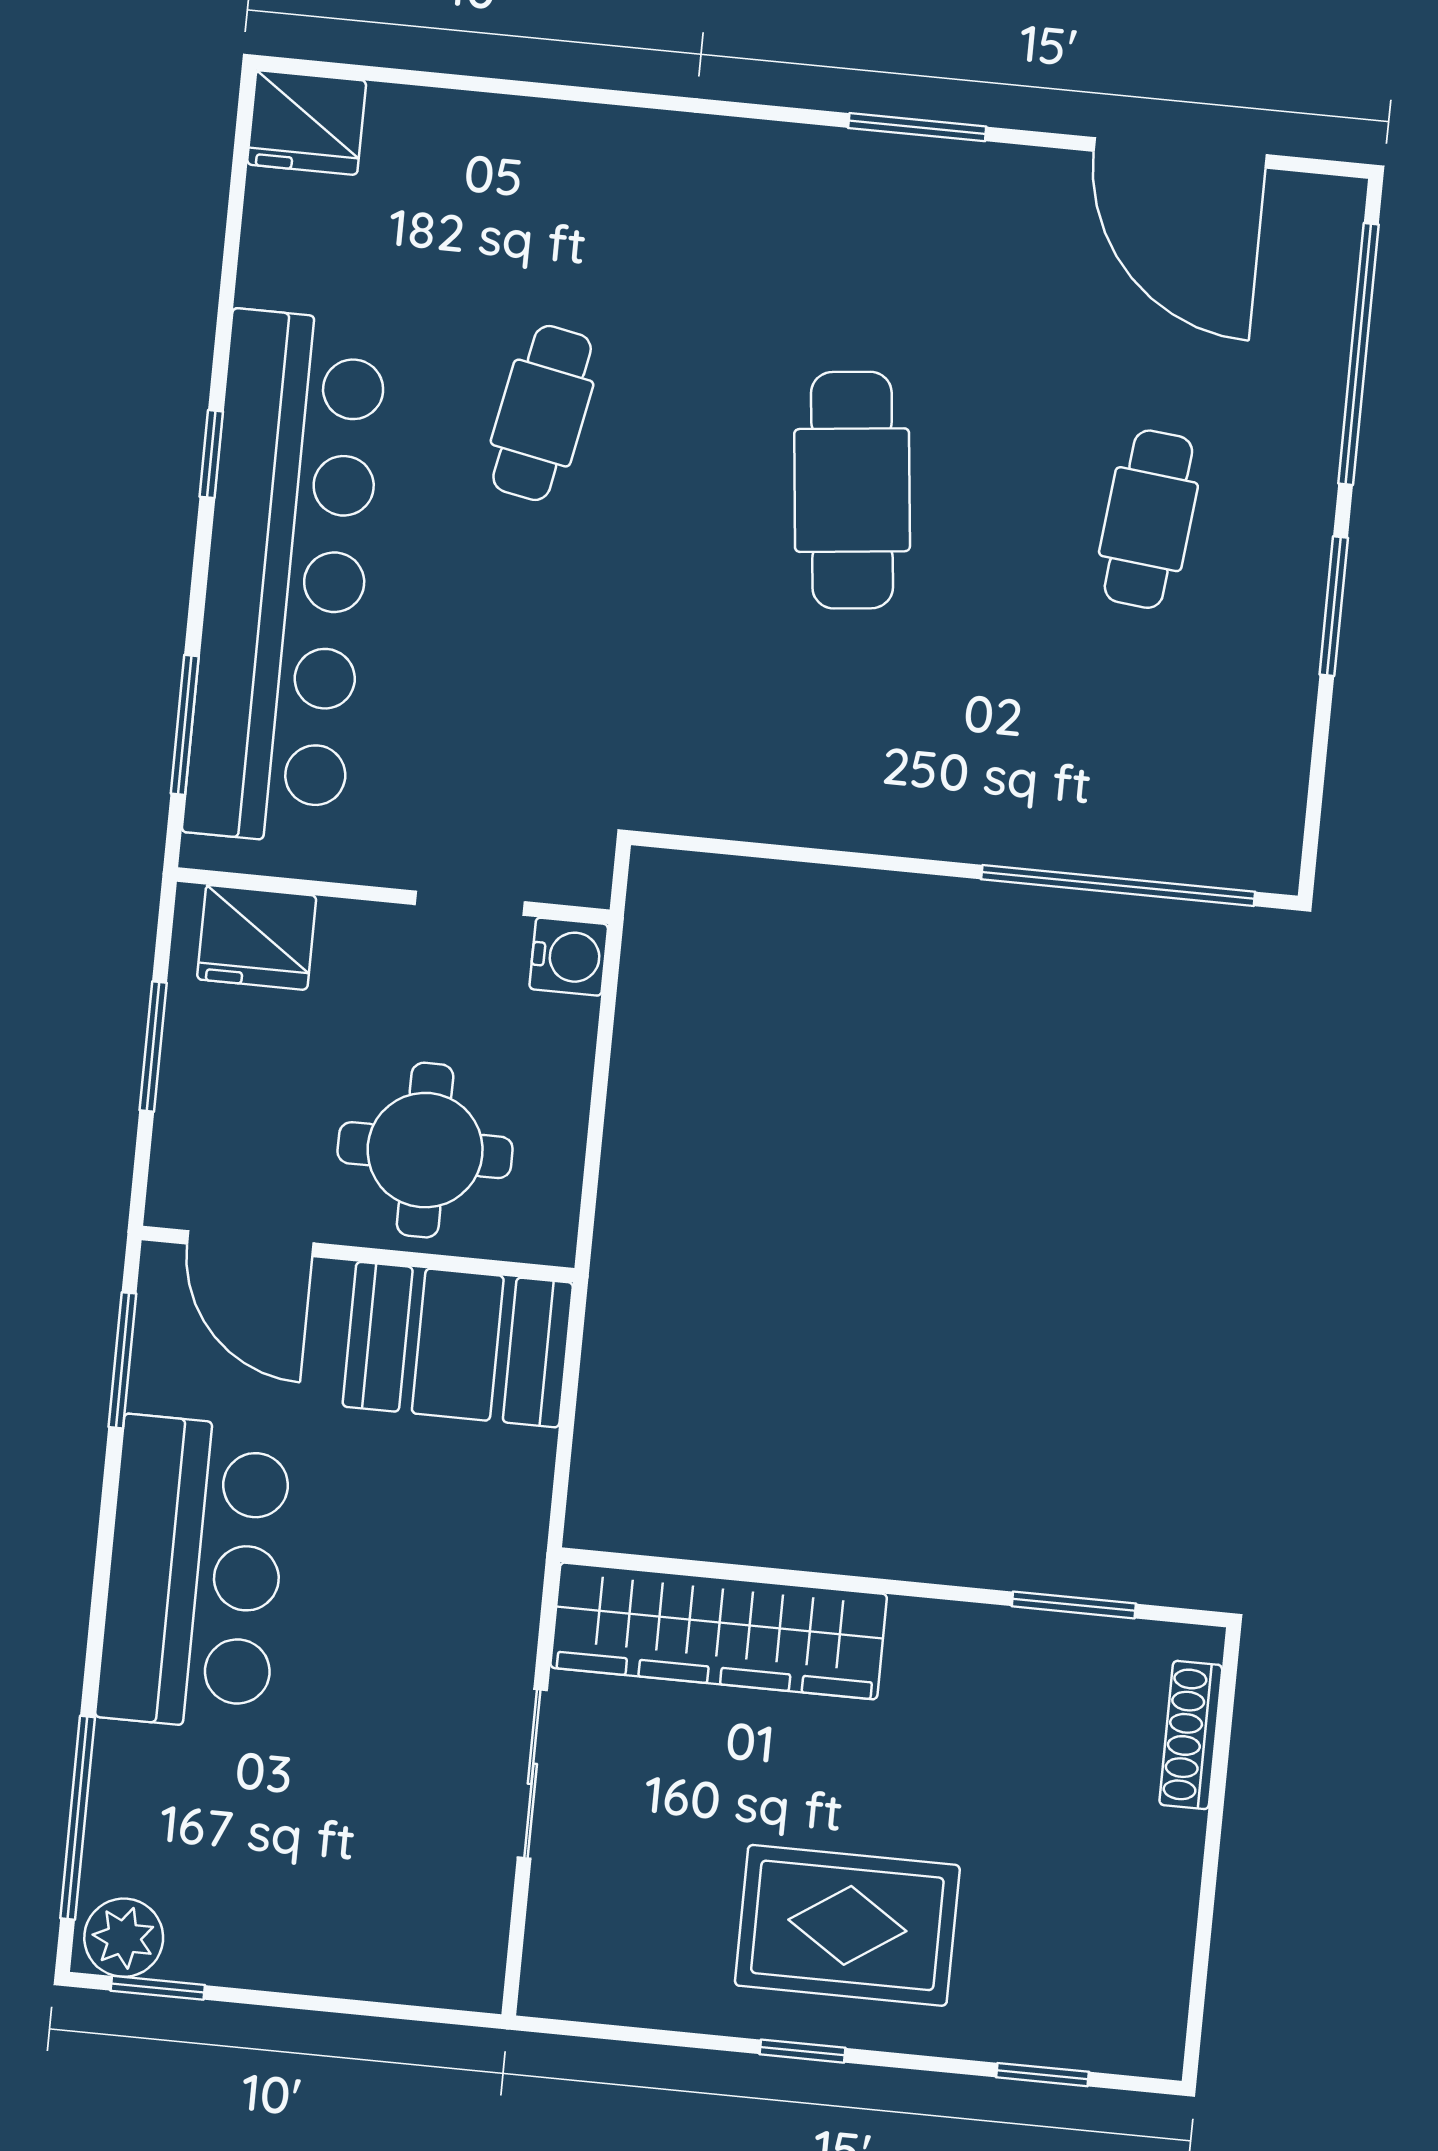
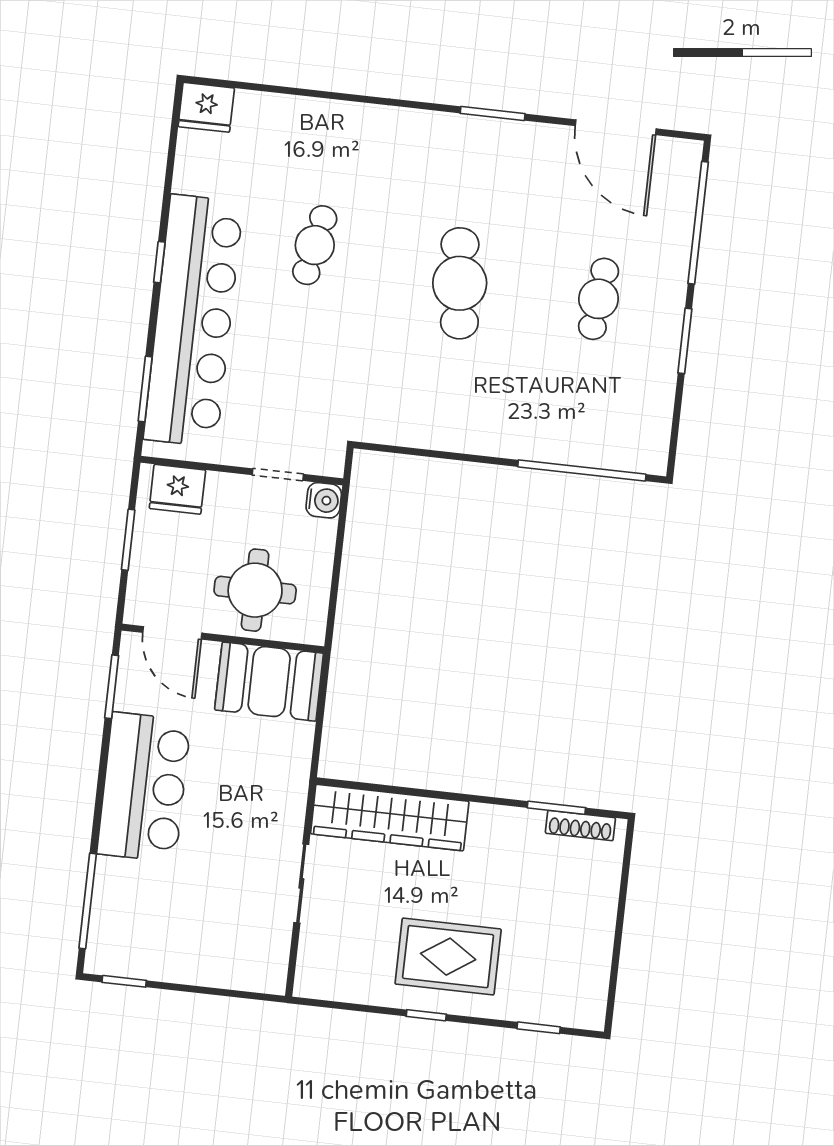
shoe rack: (1191, 1735) -> (580, 826), moved, turned -90
plant: (124, 1938) -> (109, 958), removed

